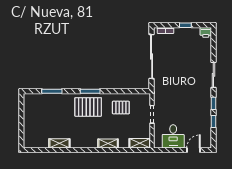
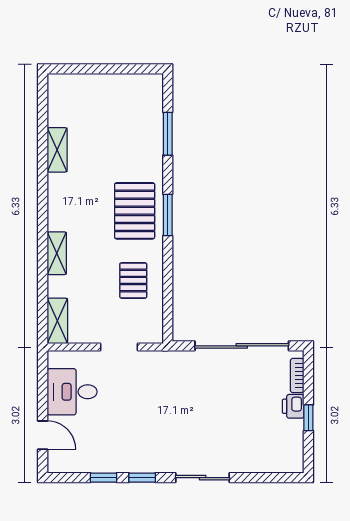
printer: (206, 32) -> (293, 406), moved

